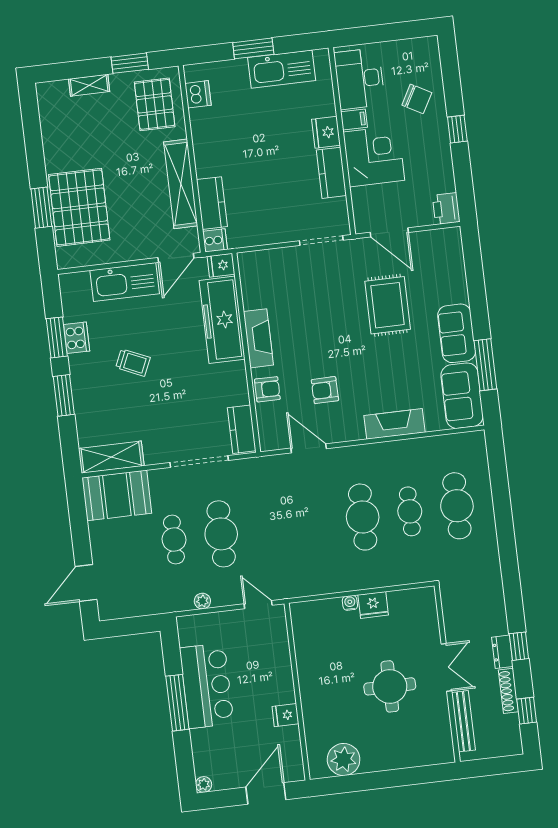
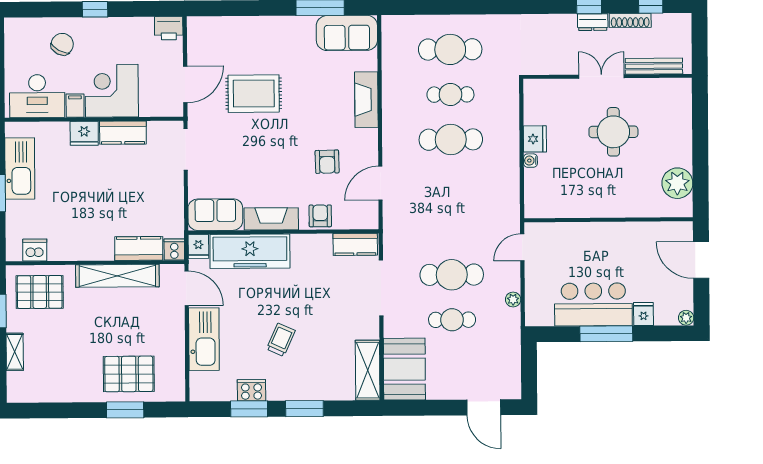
pallet: (79, 207) -> (129, 374), width x0.73, depth x0.71
sofa: (457, 333) -> (215, 215), moved, turned 180
fridge: (285, 715) -> (644, 314), moved, turned 180

